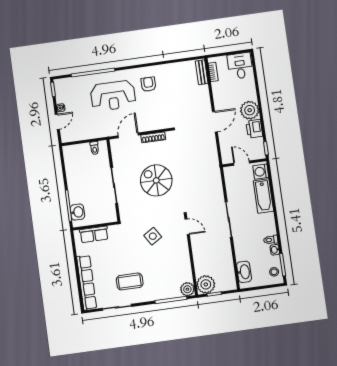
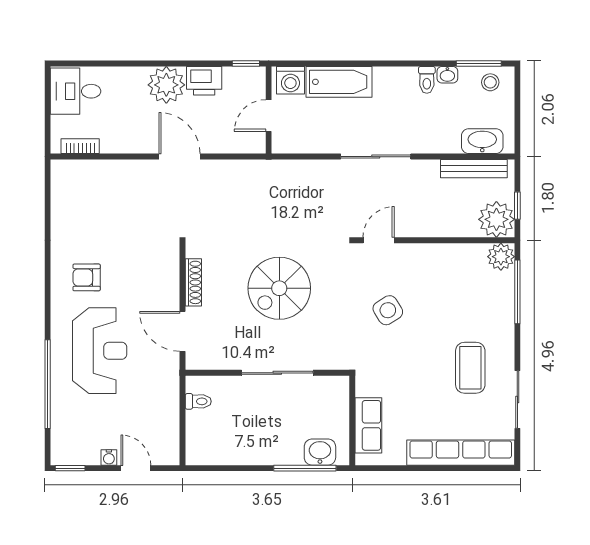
bench: (202, 72) -> (474, 169), moved, width x1.36

